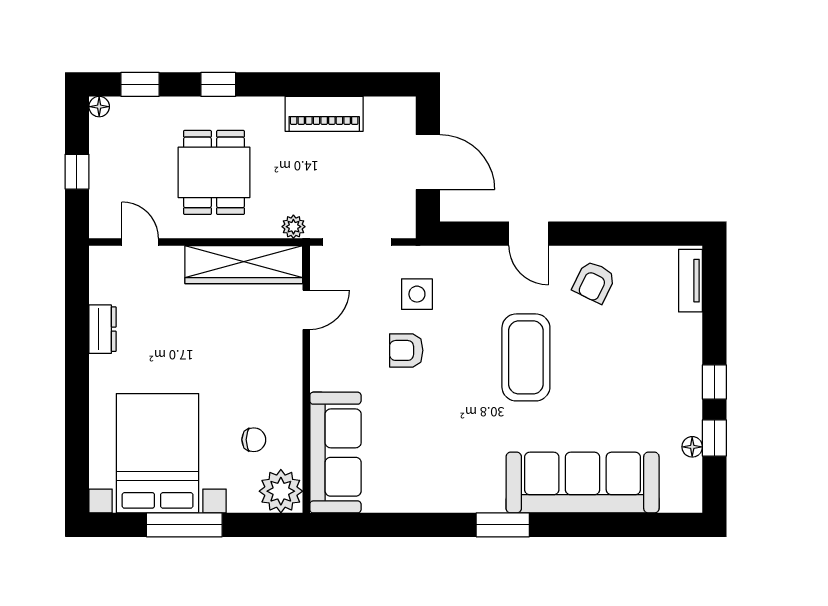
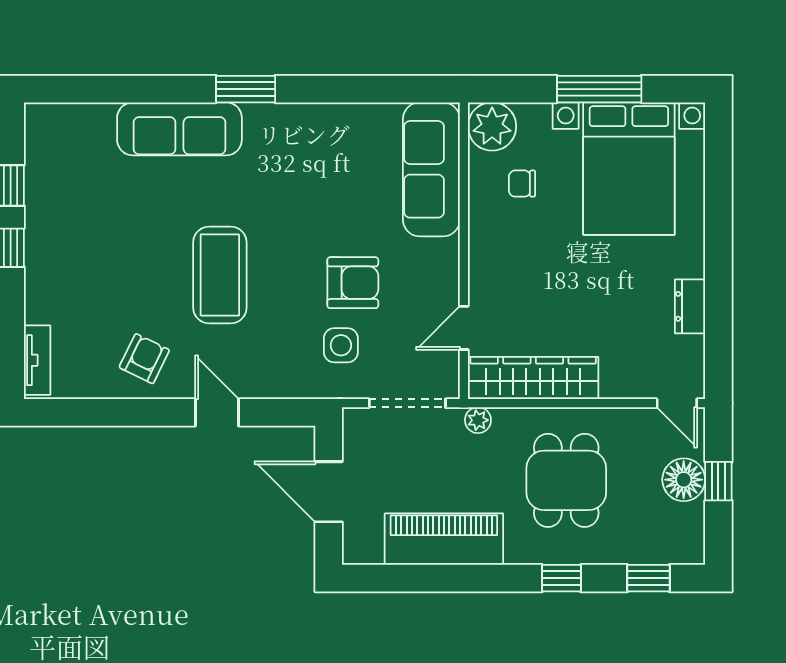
floor lamp: (99, 107) -> (684, 480), moved, width x1.89, depth x1.89
piano: (324, 114) -> (444, 539), width x1.37, depth x1.33
door: (140, 242) -> (677, 403), moved
armchair: (406, 350) -> (353, 283), width x1.38, depth x1.38
floor lamp: (692, 447) -> (35, 176), removed
sofa: (583, 483) -> (179, 129), width x0.74, depth x0.79

